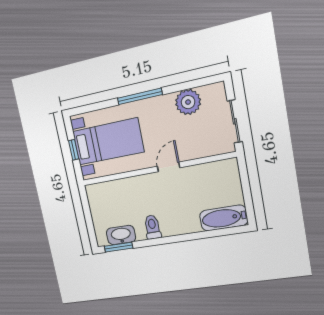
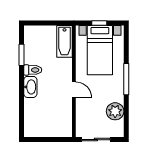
bathtub: (224, 218) -> (65, 41), moved, turned 180
washbasin: (121, 235) -> (30, 87), moved
window: (118, 247) -> (21, 55), moved

